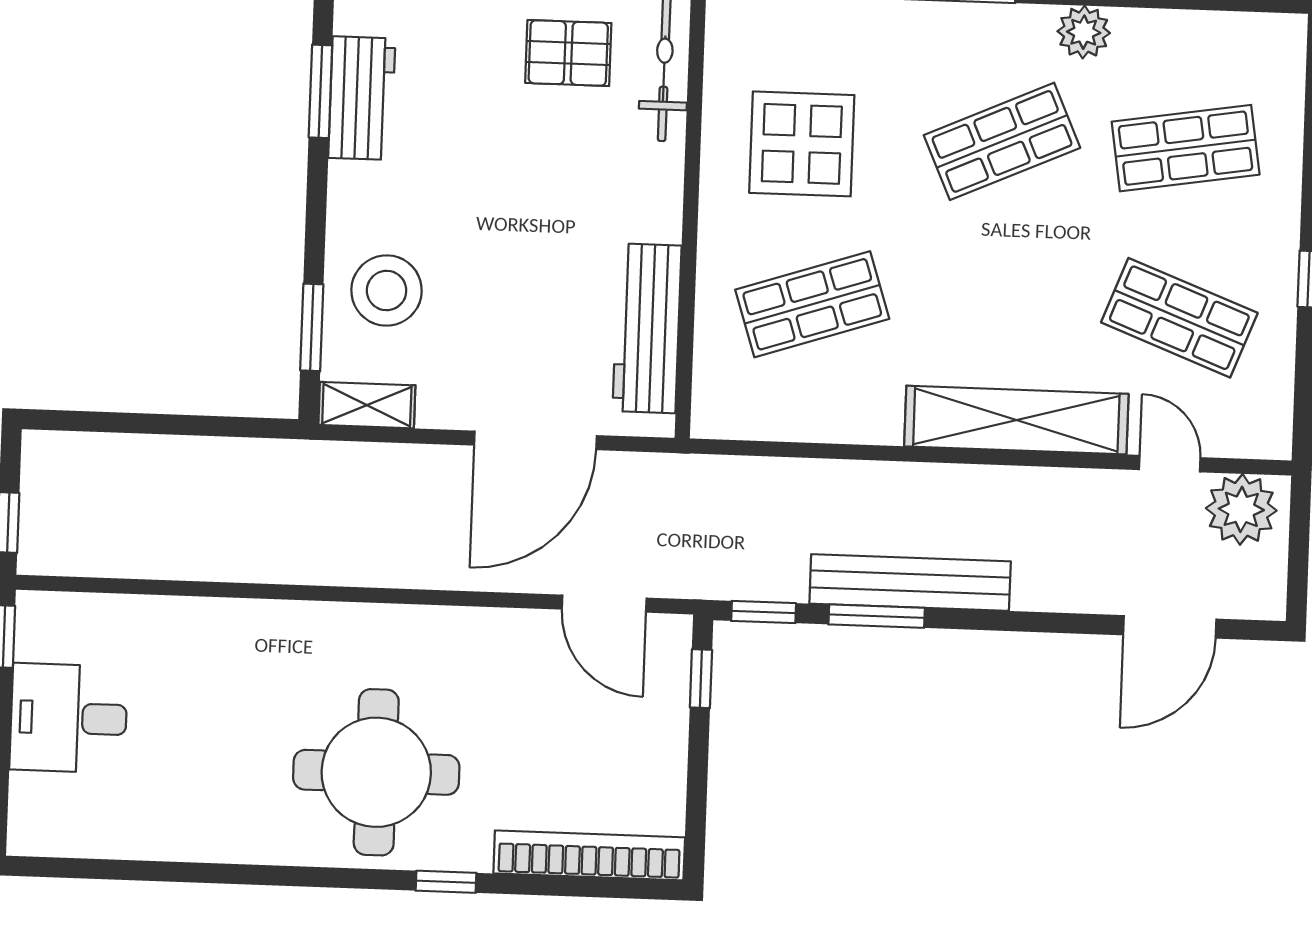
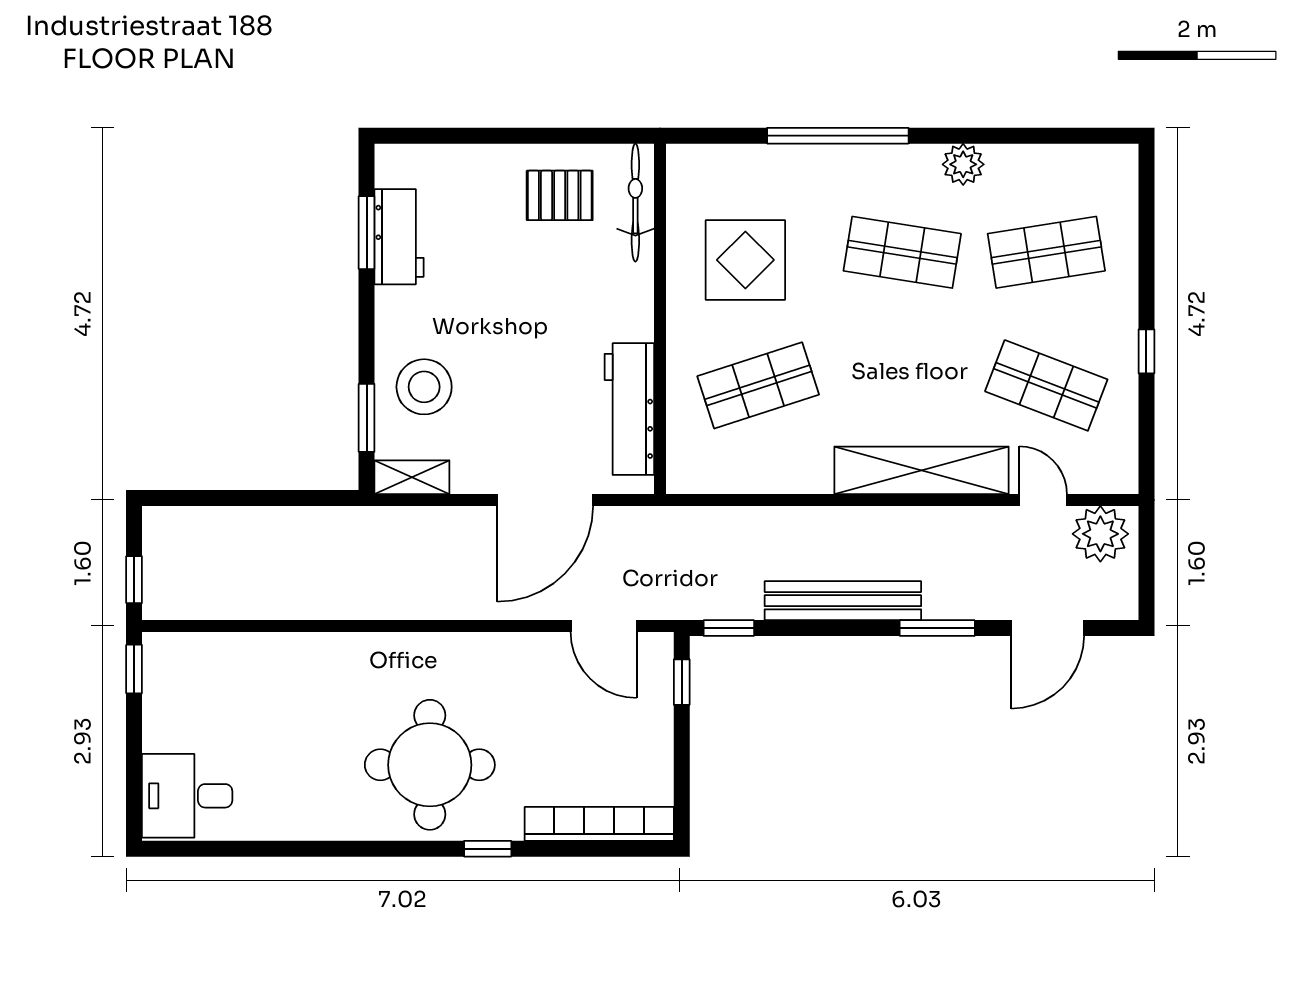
shop shelf: (1002, 141) -> (902, 252), turned 33
window: (877, 616) -> (937, 628), moved
desk: (69, 718) -> (187, 796), moved

